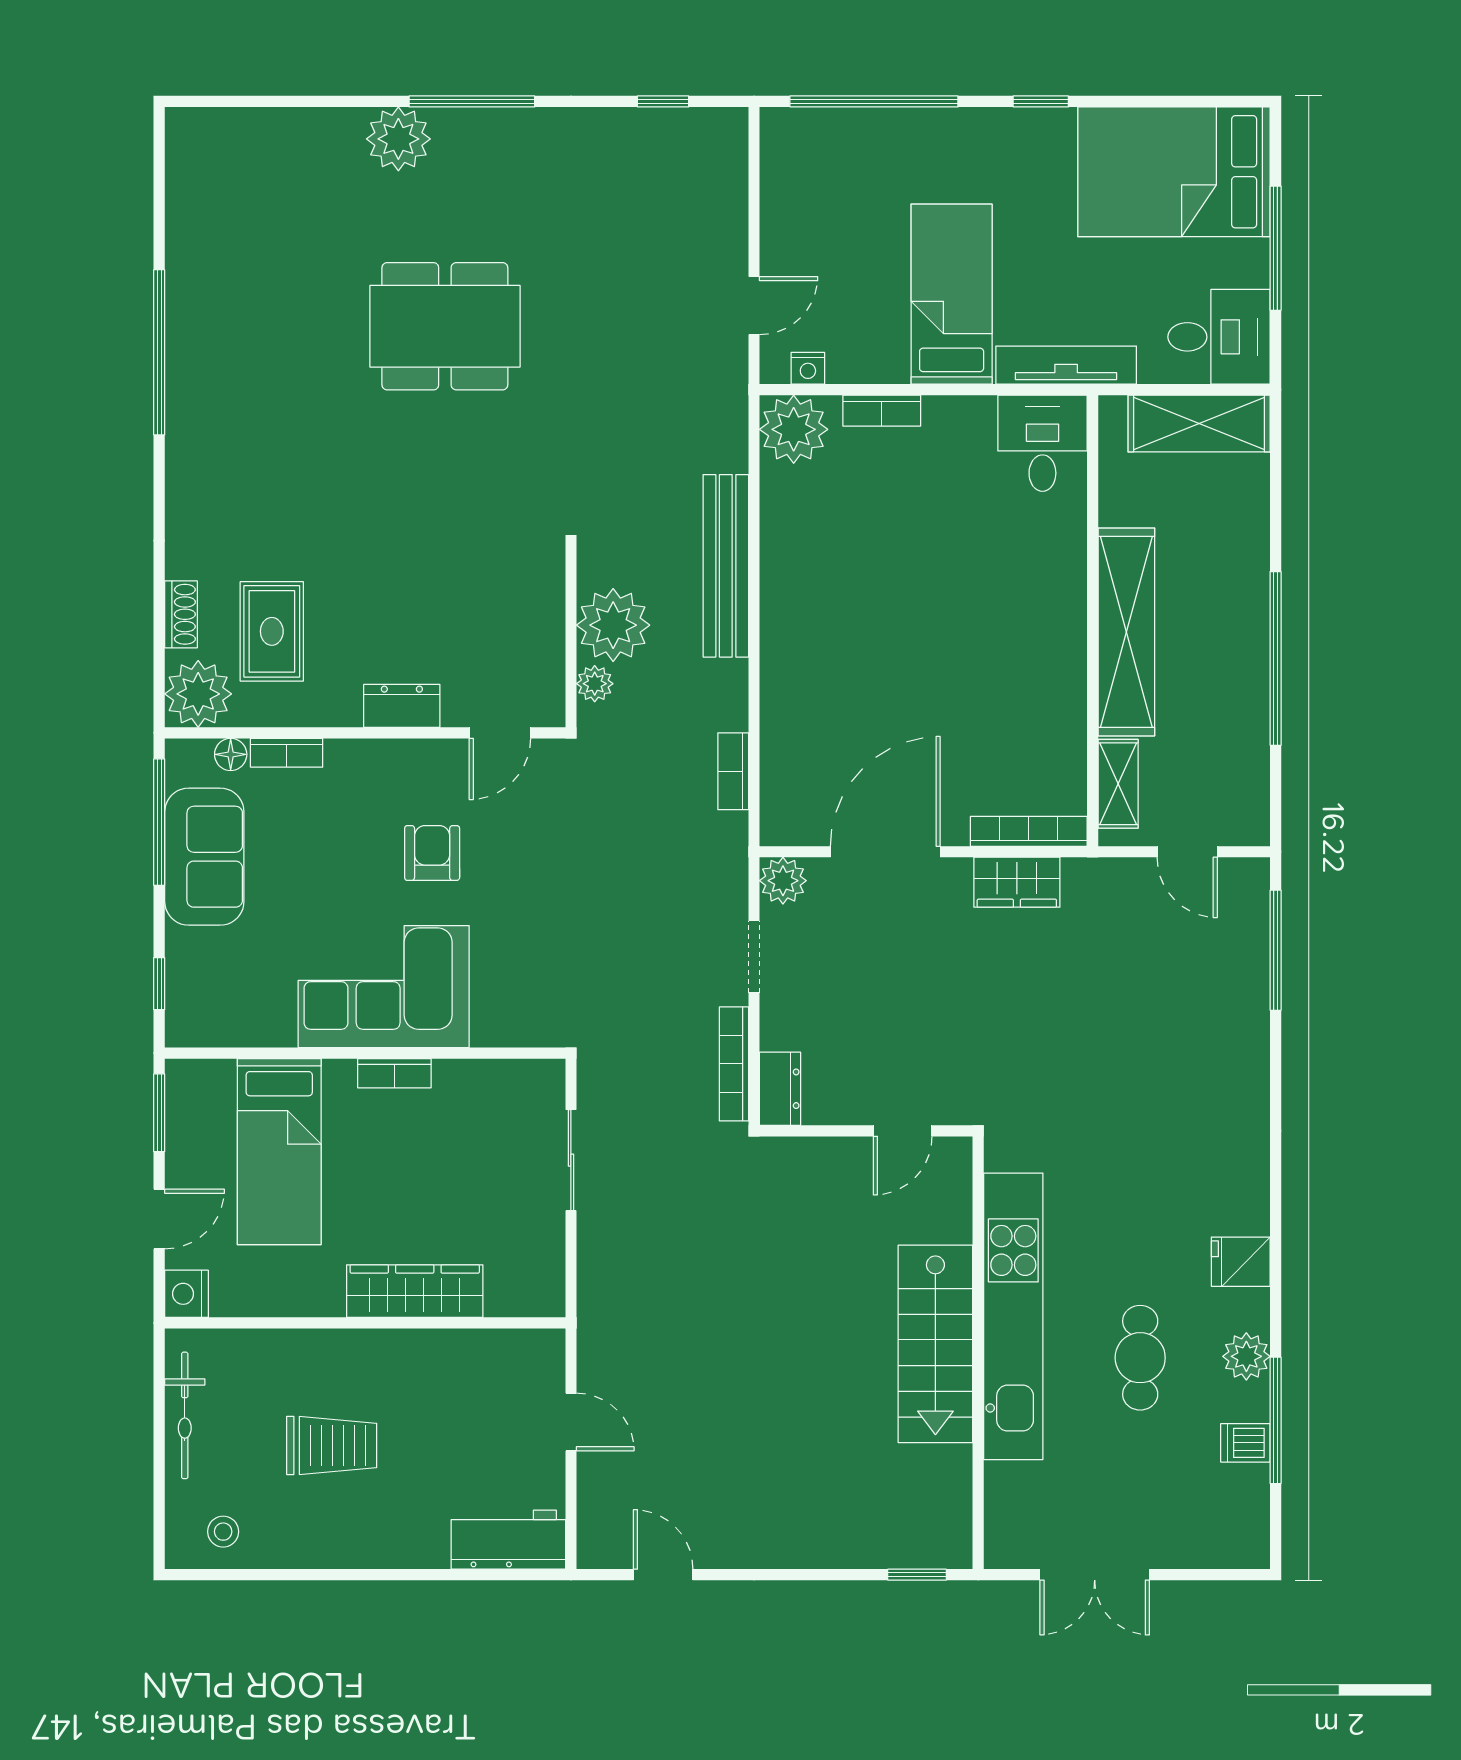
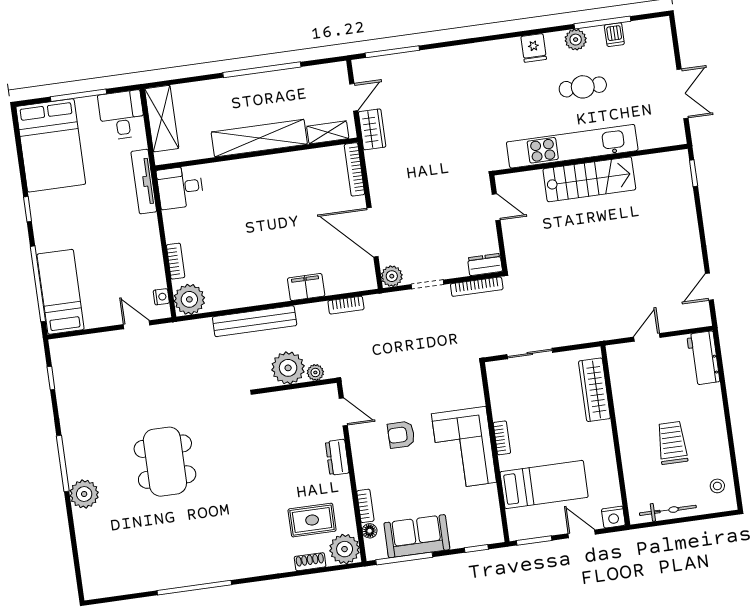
bed: (952, 294) -> (61, 292), moved, turned 90
filing cabinet: (785, 689) -> (306, 287), added
wardrobe: (1017, 882) -> (372, 129), moved
wardrobe: (415, 1291) -> (594, 390), moved

